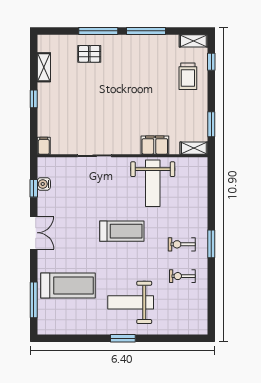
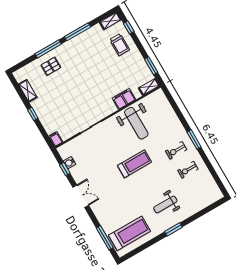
treadmill: (68, 285) -> (130, 233), moved
weight bench: (131, 302) -> (165, 204), width x0.73, depth x0.75

